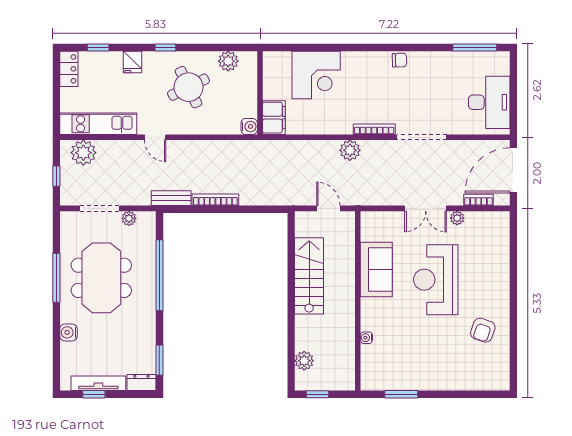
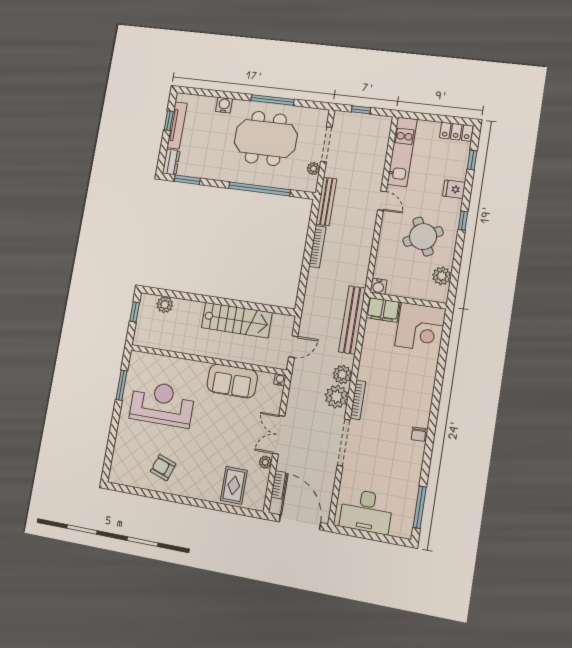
corner desk: (316, 75) -> (420, 327), moved, turned -90
door: (155, 137) -> (382, 201), swing flipped
bench: (290, 149) -> (352, 320), added
plant: (83, 153) -> (337, 397), moved
bench: (171, 198) -> (326, 201), width x1.36
rug: (488, 248) -> (234, 485), added
reception desk: (436, 280) -> (162, 404), moved
water cooler: (366, 338) -> (280, 380), moved

